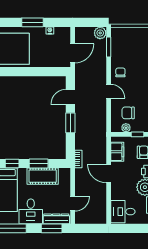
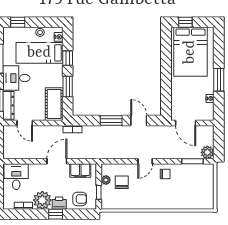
cot: (43, 176) -> (54, 104), moved

